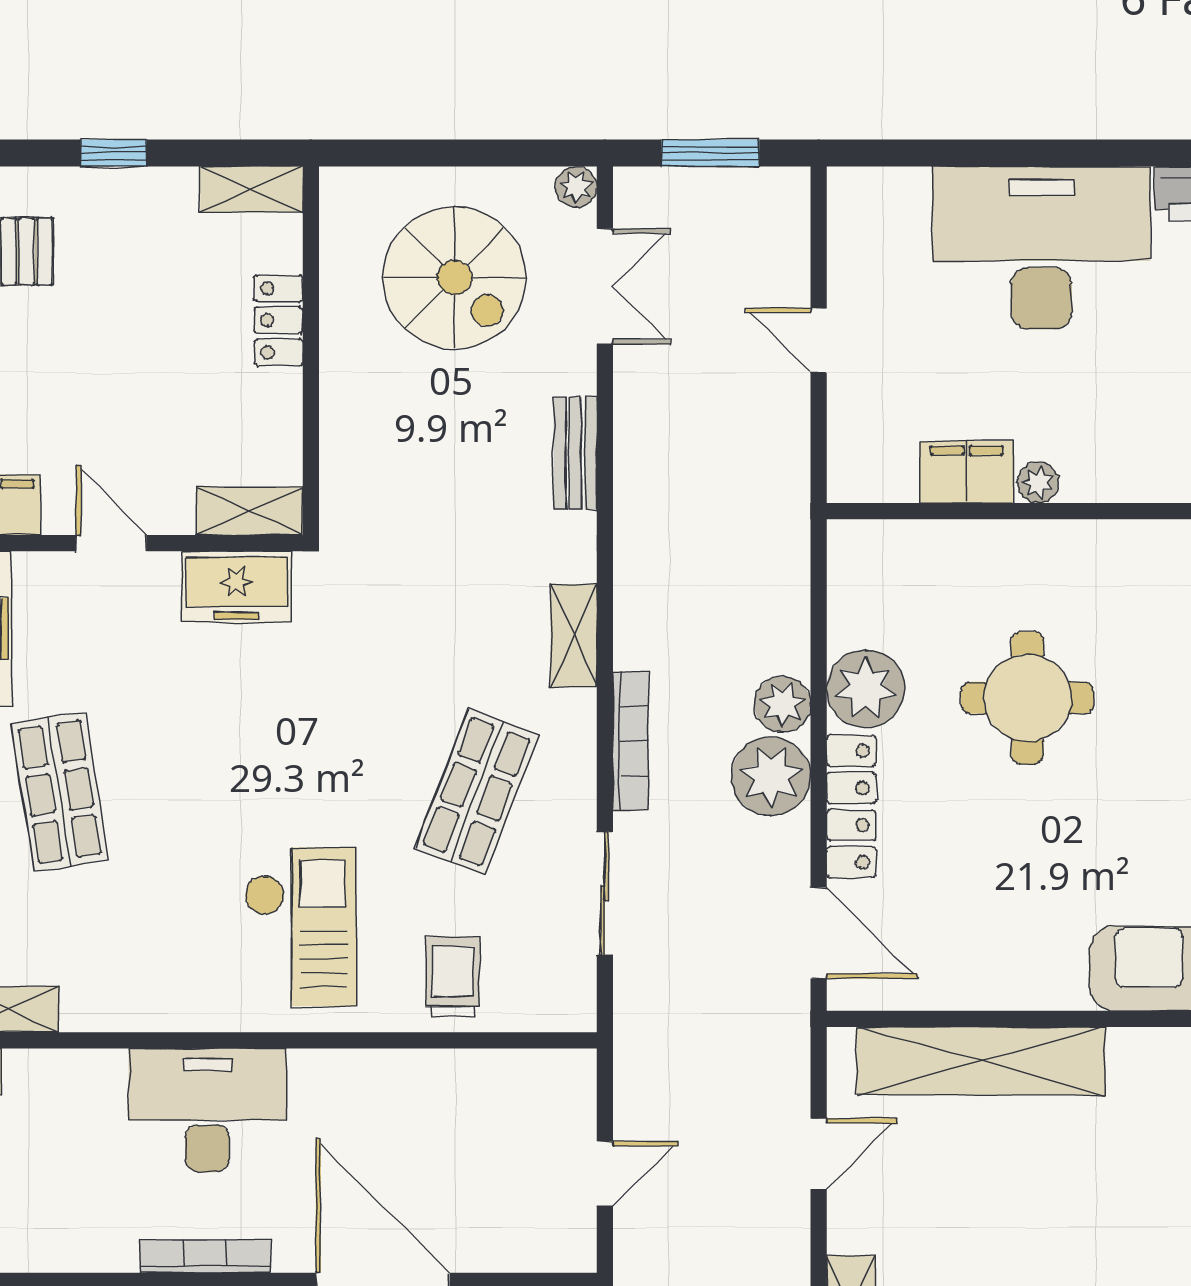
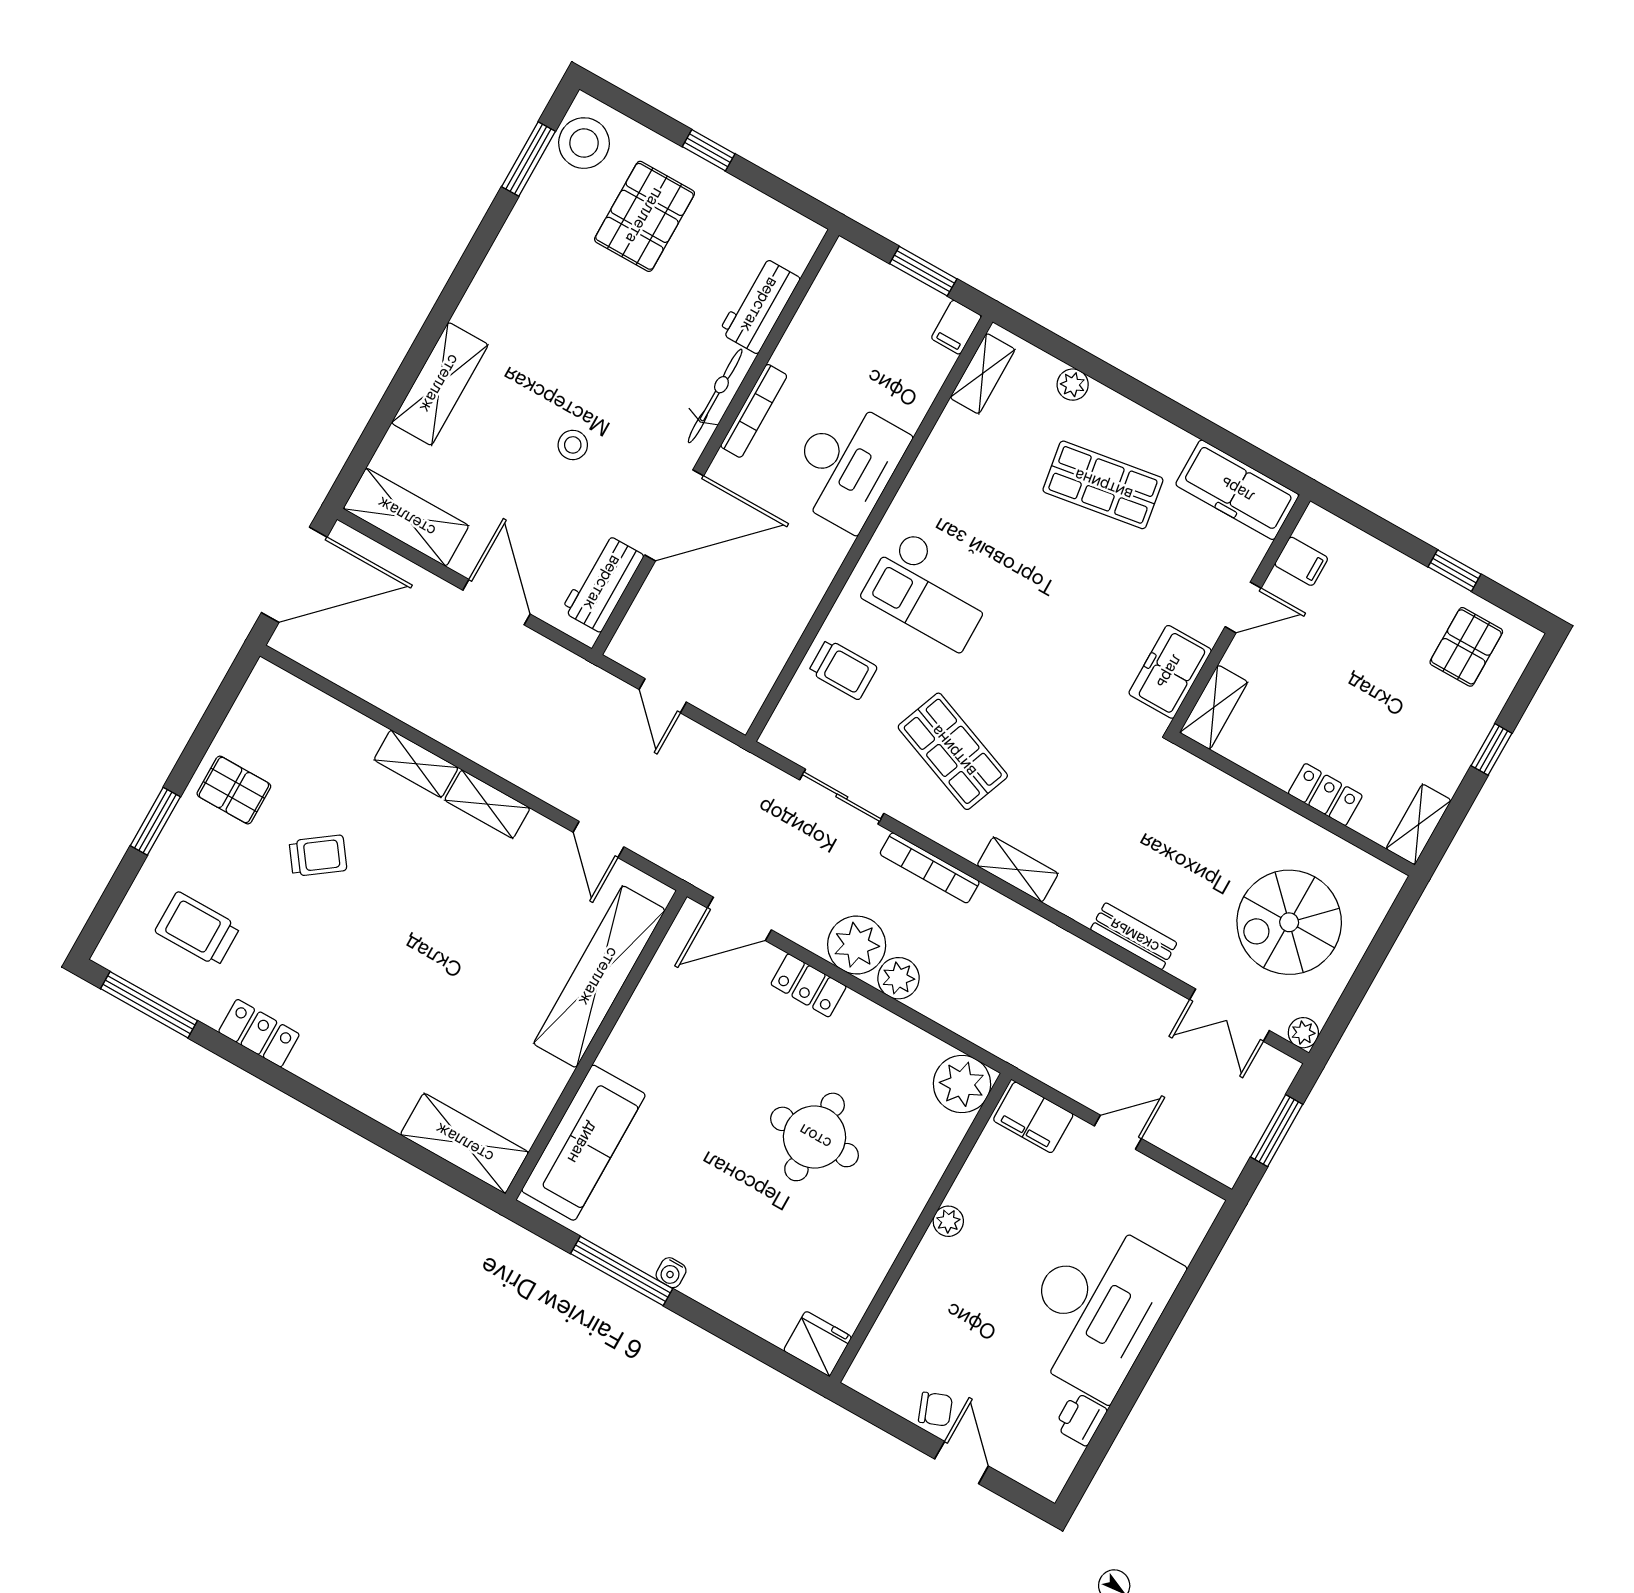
filing cabinet: (967, 472) -> (1033, 1117), moved, turned 90
plant: (866, 689) -> (962, 1084), moved
locker: (851, 806) -> (809, 985), width x0.66

